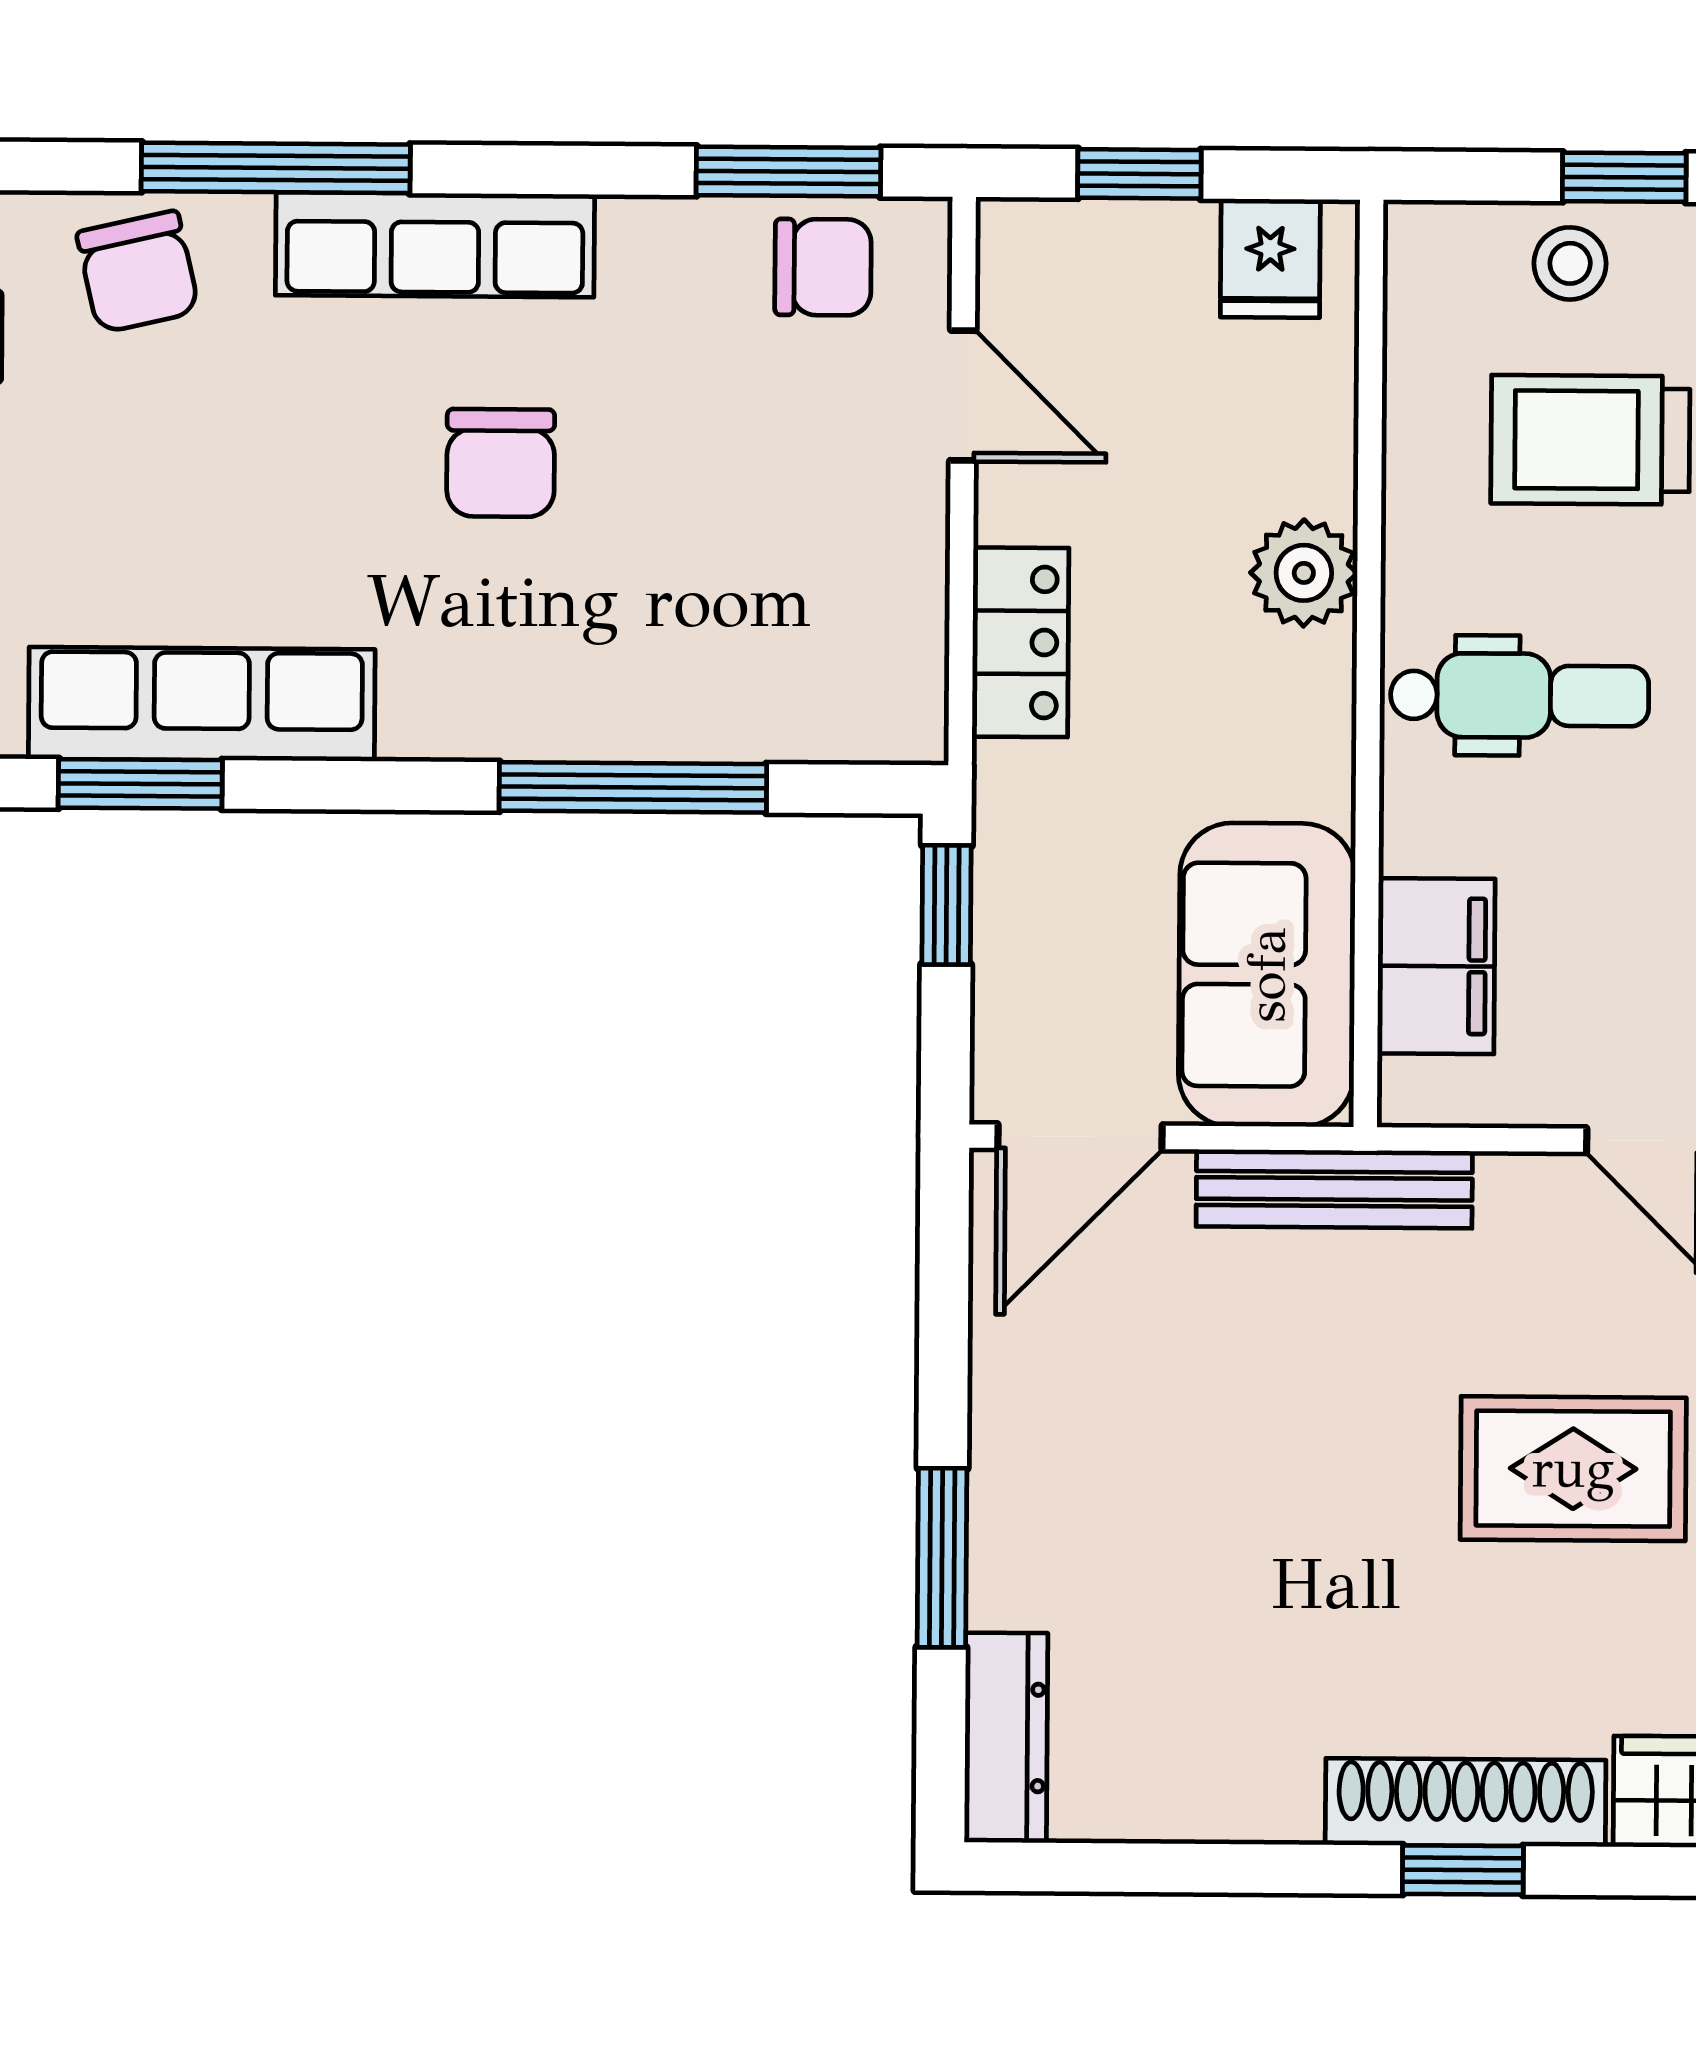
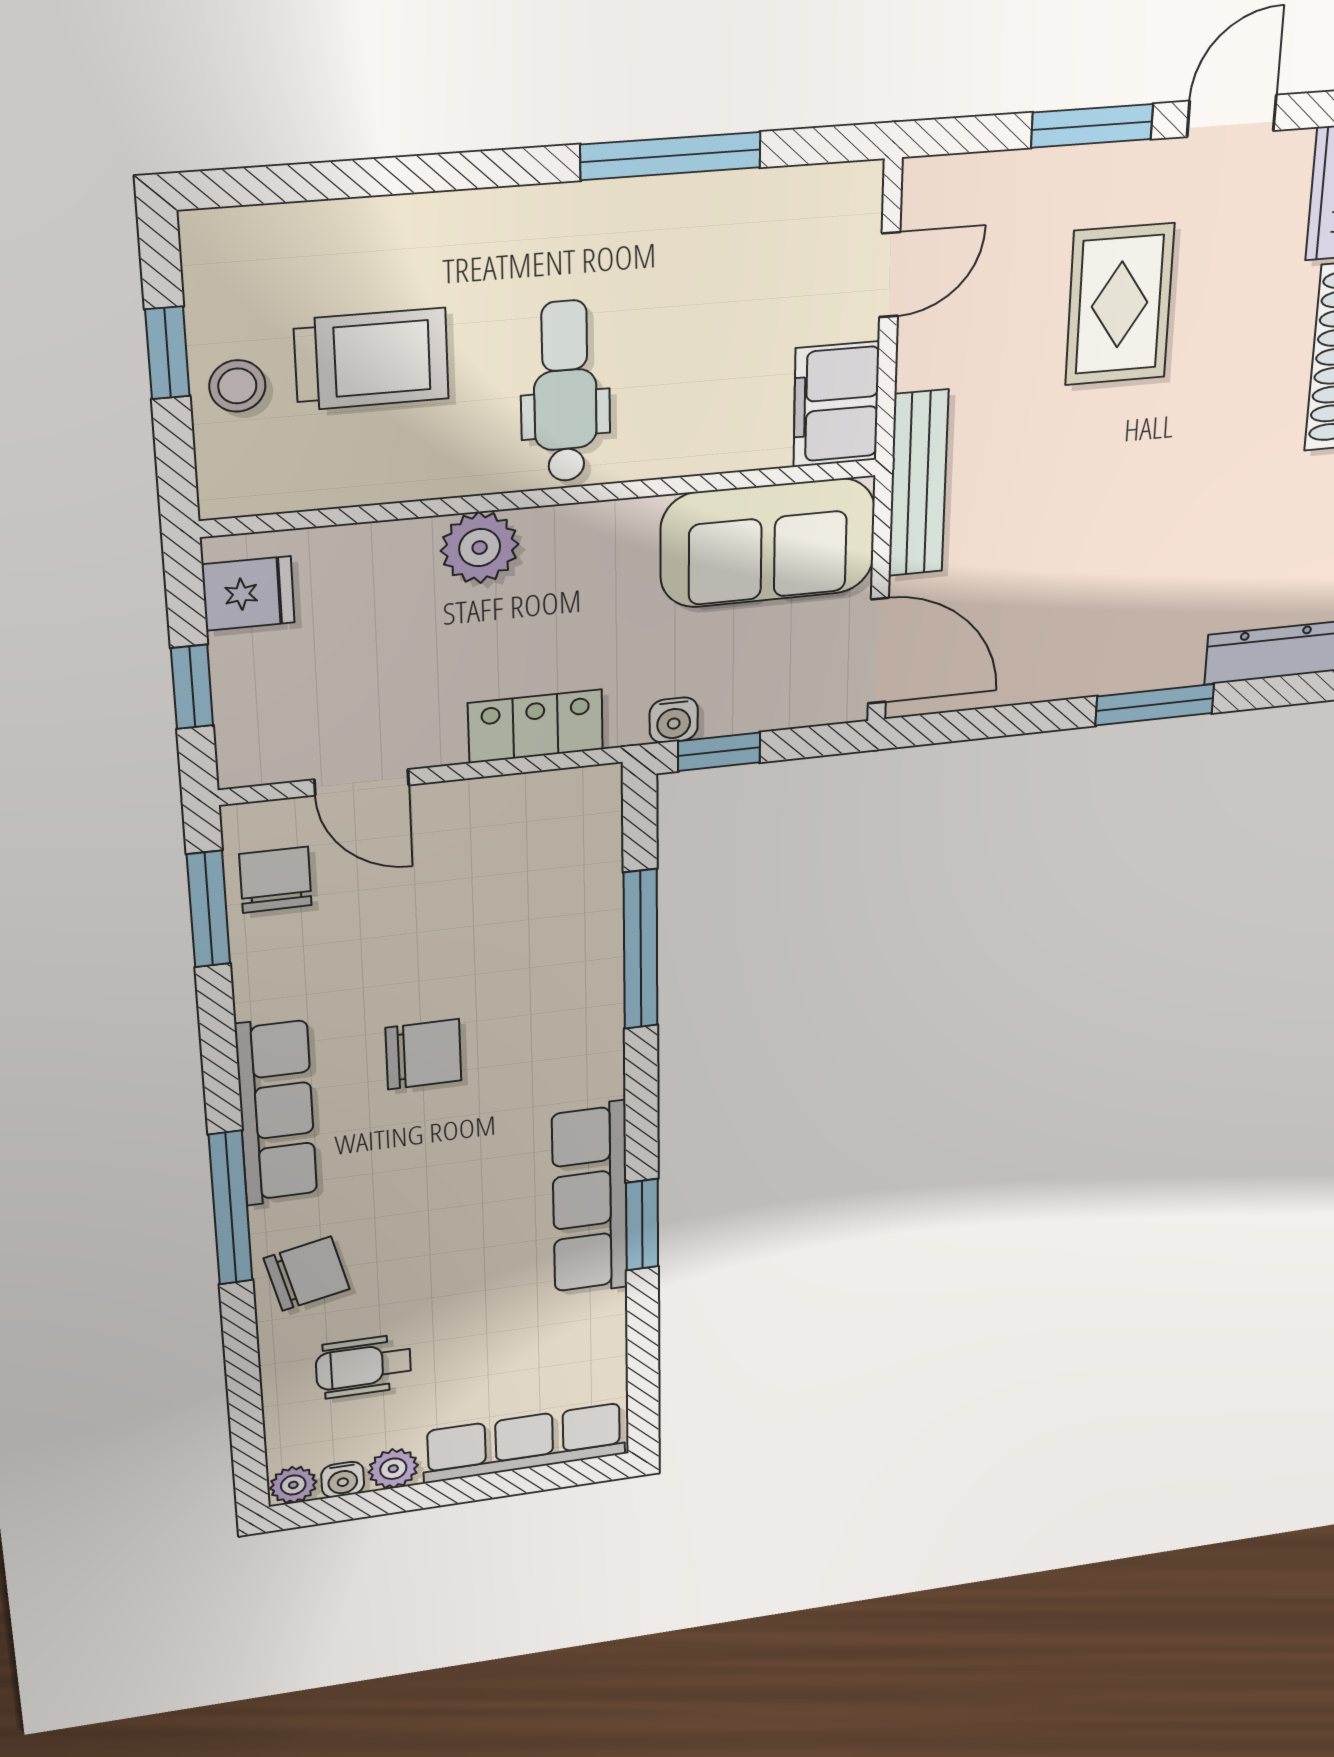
door: (963, 395) -> (362, 782), swing flipped
trolley: (1590, 440) -> (372, 359), turned -90
water cooler: (1006, 839) -> (674, 720), added
filing cabinet: (1436, 966) -> (836, 404), moved, turned -90

